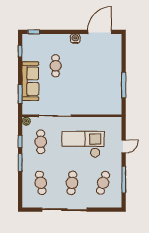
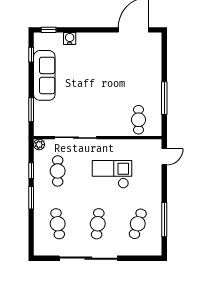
water cooler: (75, 39) -> (70, 38), moved
cafe table: (56, 66) -> (139, 120), moved
sofa: (30, 81) -> (44, 75), moved
checkout: (83, 144) -> (112, 174), width x0.73, depth x0.83
door: (124, 146) -> (164, 157), moved

